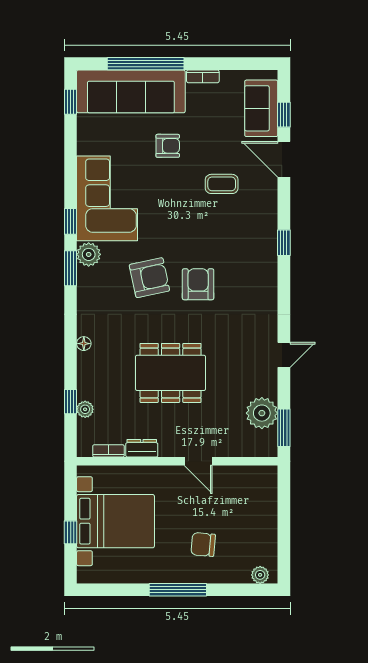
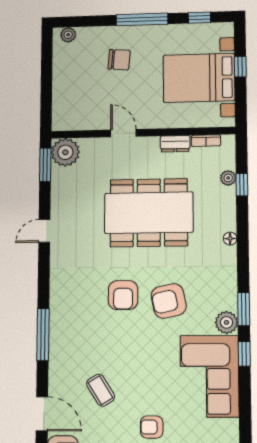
coffee table: (222, 184) -> (101, 390), turned 58
window: (284, 243) -> (43, 335), width x2.17
dining table: (171, 373) -> (149, 213), width x1.36, depth x1.24
plant: (262, 413) -> (65, 152), moved
window: (114, 590) -> (199, 18), added

